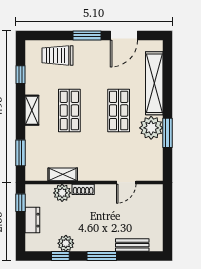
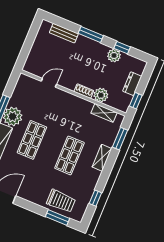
window: (87, 35) -> (58, 217), moved
shelving: (32, 110) -> (102, 158), moved
shelving: (63, 174) -> (104, 113), moved

